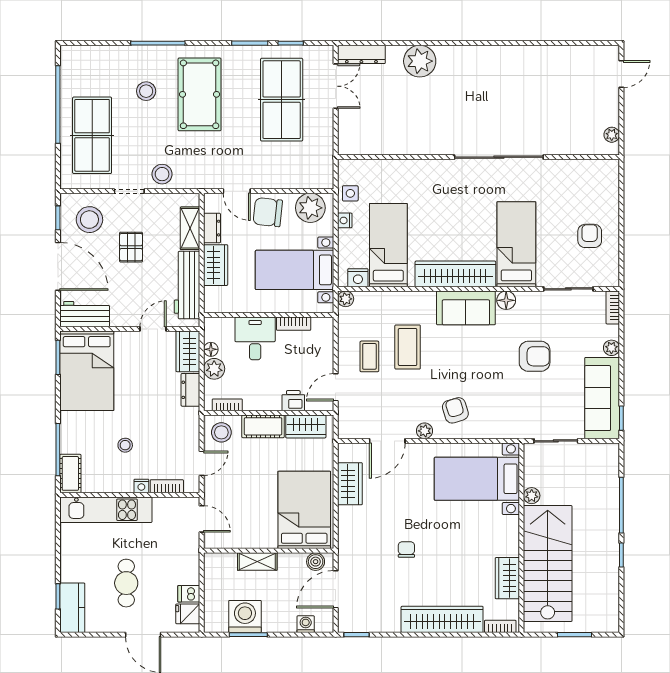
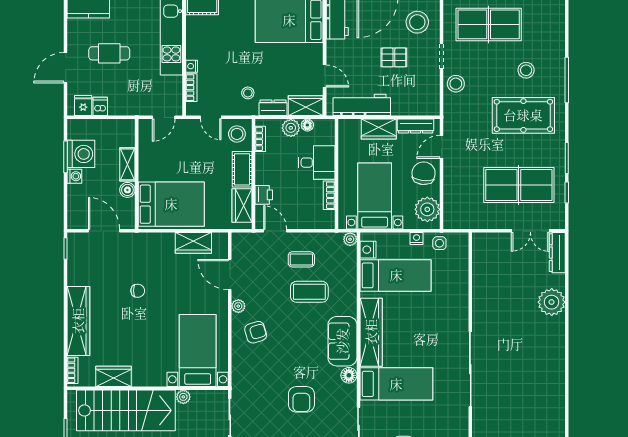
shelving: (190, 228) -> (410, 107), removed
dresser: (212, 228) -> (416, 126), width x1.44
stool: (125, 445) -> (248, 93), moved
boiler: (316, 562) -> (127, 190), moved
washing machine: (306, 624) -> (74, 176), moved

